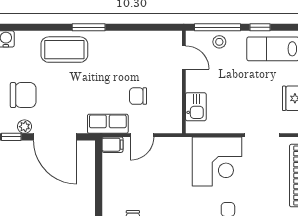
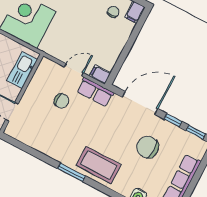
kitchen sink: (196, 107) -> (22, 70), width x1.38
plant: (24, 127) -> (159, 123), removed
door: (55, 137) -> (140, 103), hinge flipped

